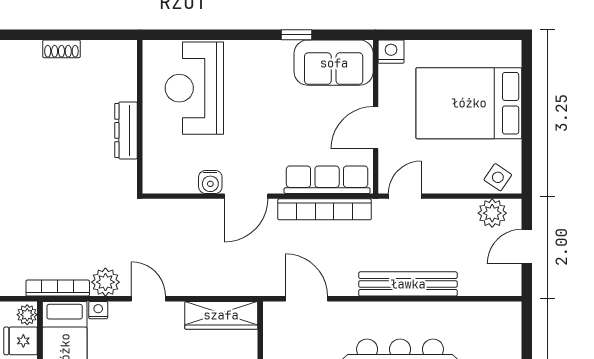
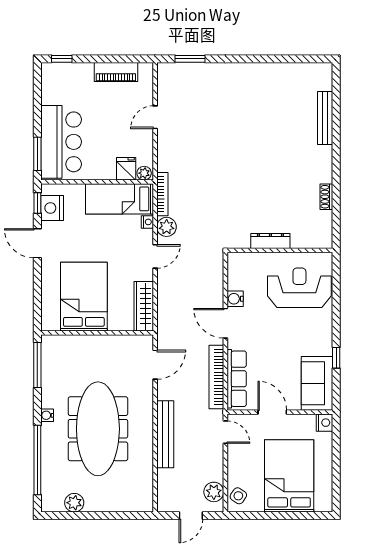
door: (527, 247) -> (191, 516), swing flipped

